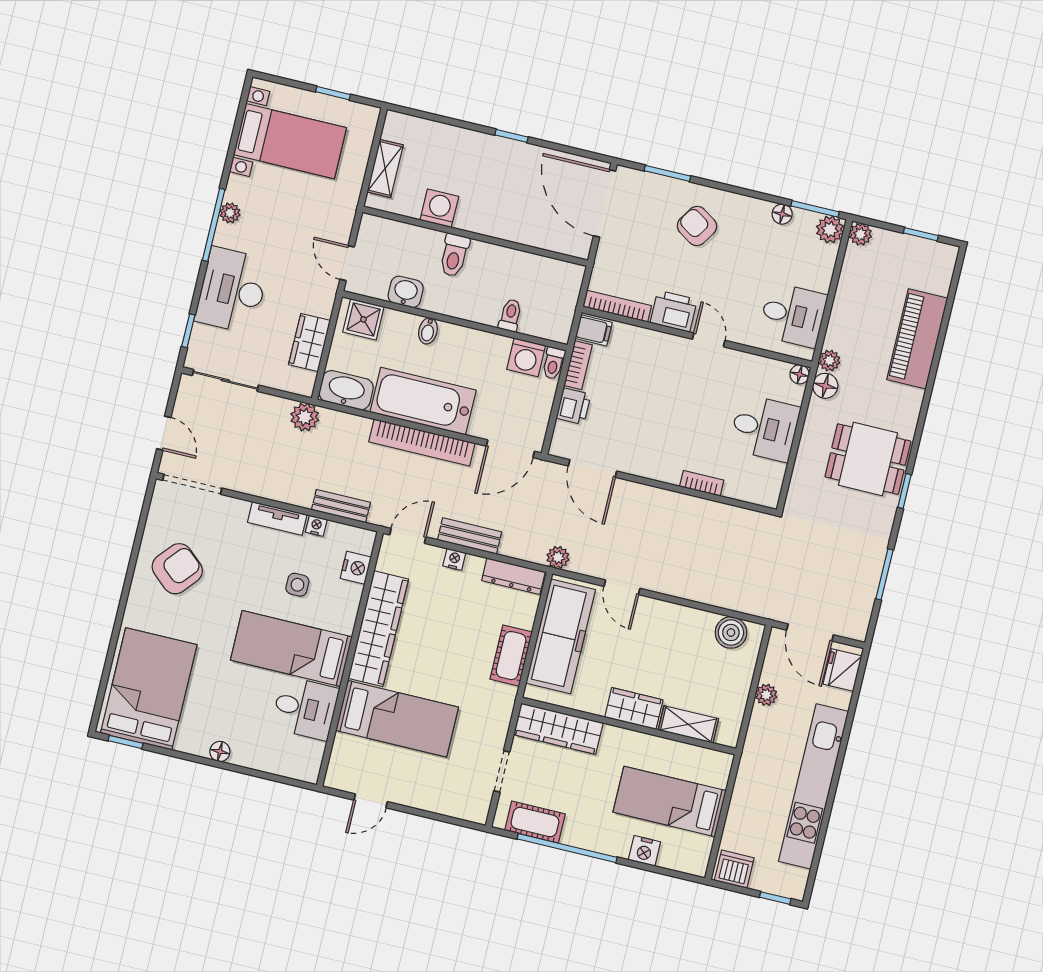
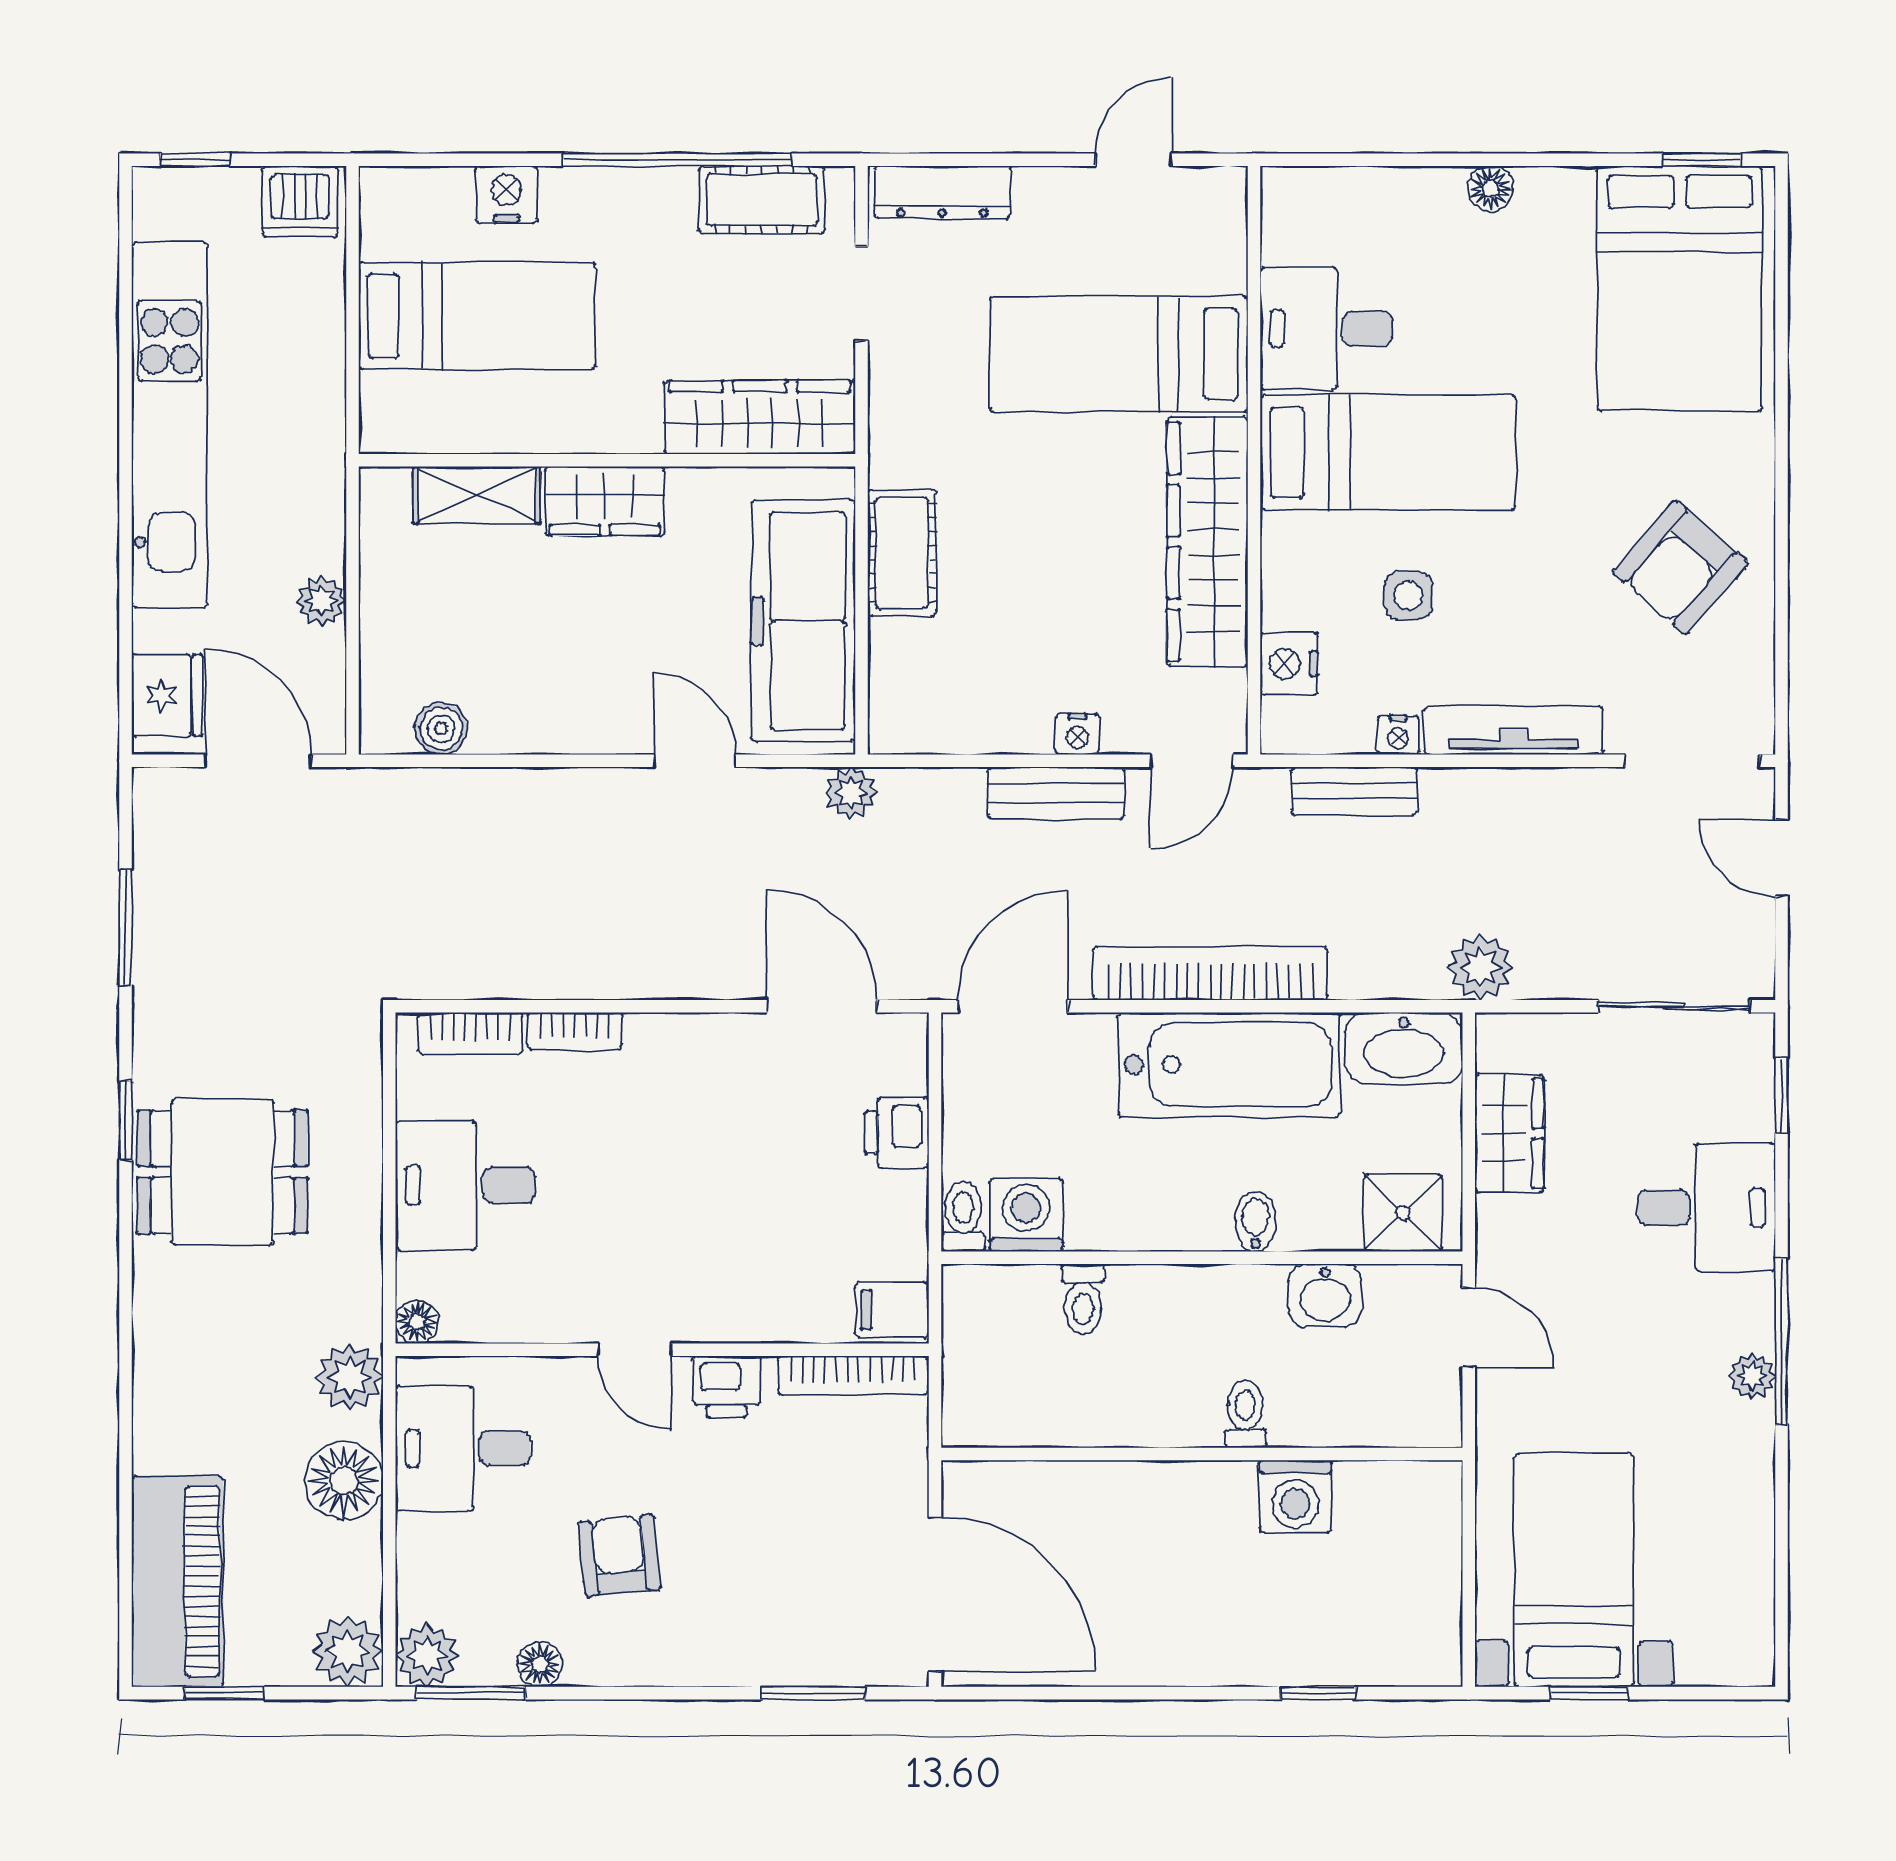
window: (511, 136) -> (1318, 1693), moved
bed with nightstands: (290, 141) -> (1574, 1570), moved, turned 90
shelving: (385, 168) -> (1435, 1555), removed
armchair: (697, 226) -> (619, 1556), moved, turned -129
plant: (860, 234) -> (348, 1652), width x1.38, depth x1.38
toilet: (454, 255) -> (1245, 1414), width x0.73, depth x0.72
desk: (232, 290) -> (1706, 1207), width x0.73
printer: (674, 311) -> (727, 1387), width x0.73, depth x0.81
piano: (917, 339) -> (177, 1581), moved
plant: (829, 361) -> (350, 1377), width x1.38, depth x1.38
bookcase: (578, 365) -> (470, 1033), moved, turned -90
floor lamp: (825, 386) -> (344, 1481), moved, width x1.38, depth x1.38
tv unit: (277, 518) -> (1513, 730), width x1.41
dresser: (513, 576) -> (942, 192), moved, turned 180
boiler: (731, 633) -> (441, 729), width x0.73, depth x0.73

